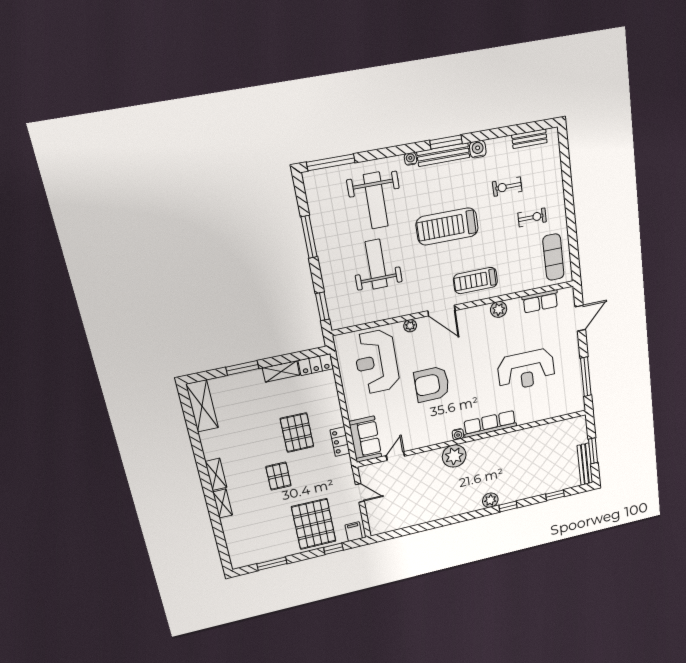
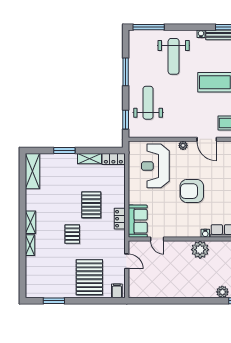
weight bench: (376, 264) -> (148, 103), moved
door: (395, 456) -> (157, 239), swing flipped
window: (333, 549) -> (100, 301), removed

